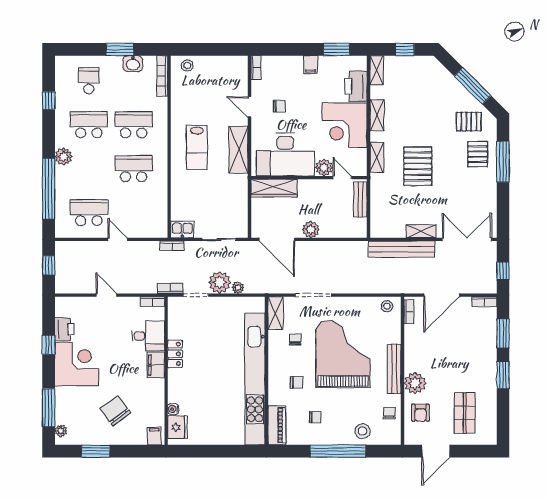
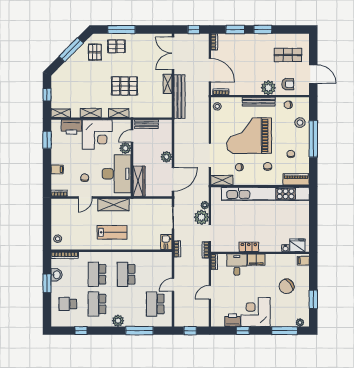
filing cabinet: (311, 65) -> (57, 169), moved
window: (49, 189) -> (139, 331), width x0.68

